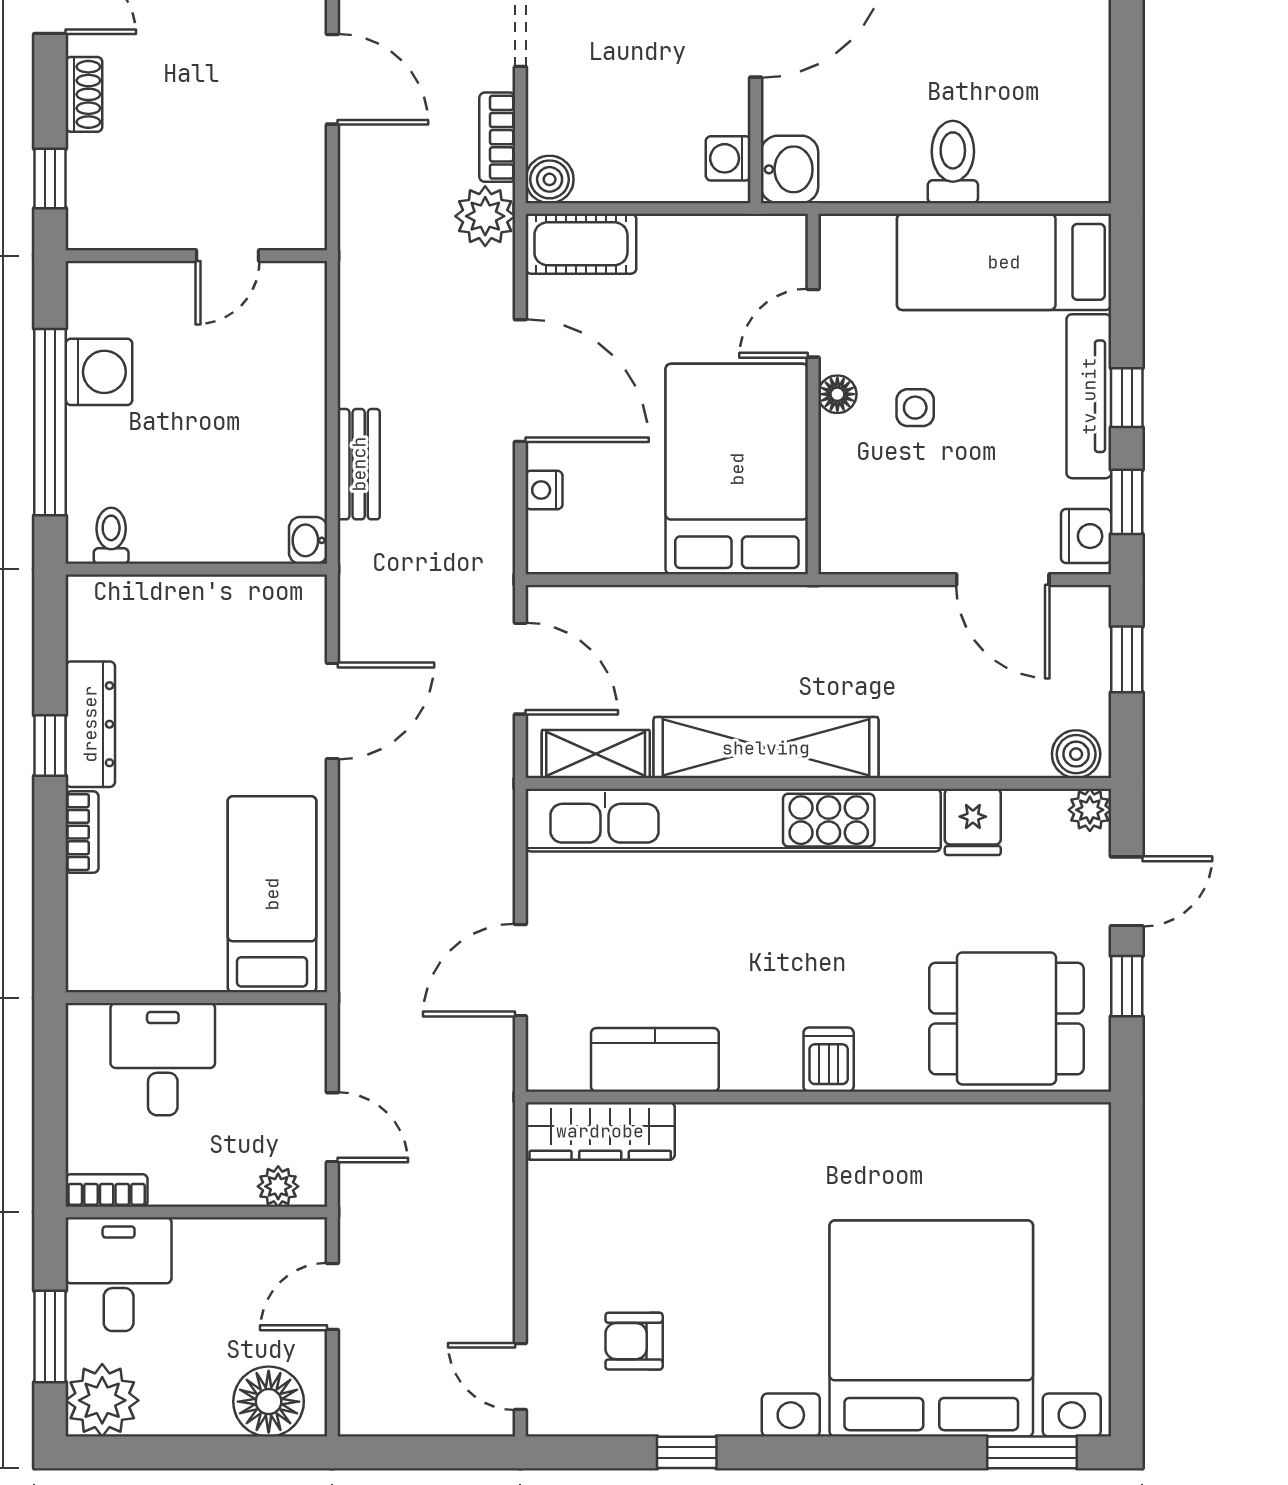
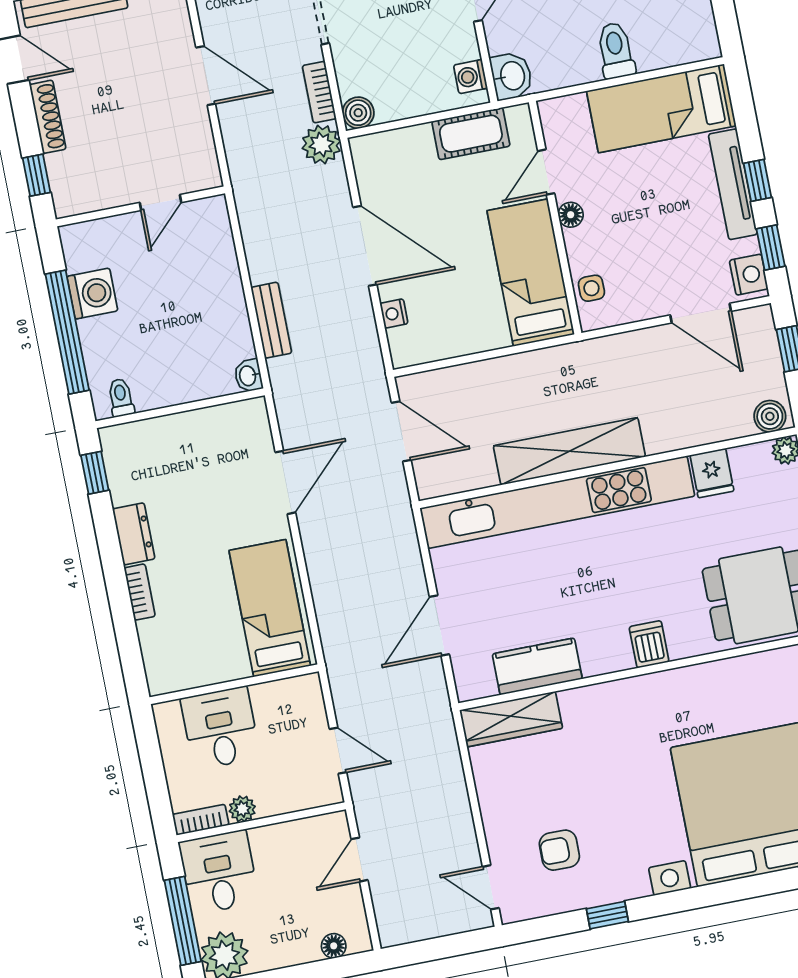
shoe rack: (84, 94) -> (48, 117), width x1.43
cot: (581, 244) -> (471, 134), moved
side table: (915, 408) -> (591, 288), moved
bed: (737, 469) -> (531, 273), width x0.67
dresser: (90, 724) -> (134, 534), width x0.70
window: (50, 746) -> (95, 473), moved
shelving: (596, 754) -> (460, 477), removed
plant: (278, 1186) -> (242, 809), moved
window: (50, 1336) -> (183, 921), width x1.44
floor lamp: (269, 1402) -> (334, 946), width x0.53, depth x0.53

